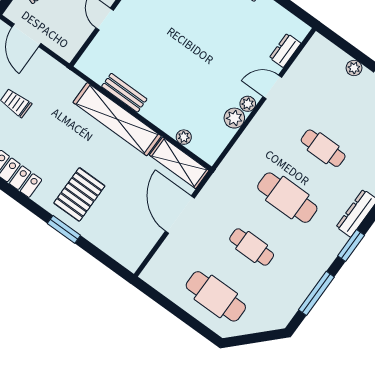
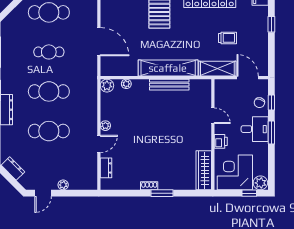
bench: (124, 93) -> (169, 85), width x1.36
plant: (234, 118) -> (107, 86), moved
cafe table: (323, 148) -> (49, 131), width x1.37, depth x1.35
shelving: (179, 163) -> (217, 69), moved

